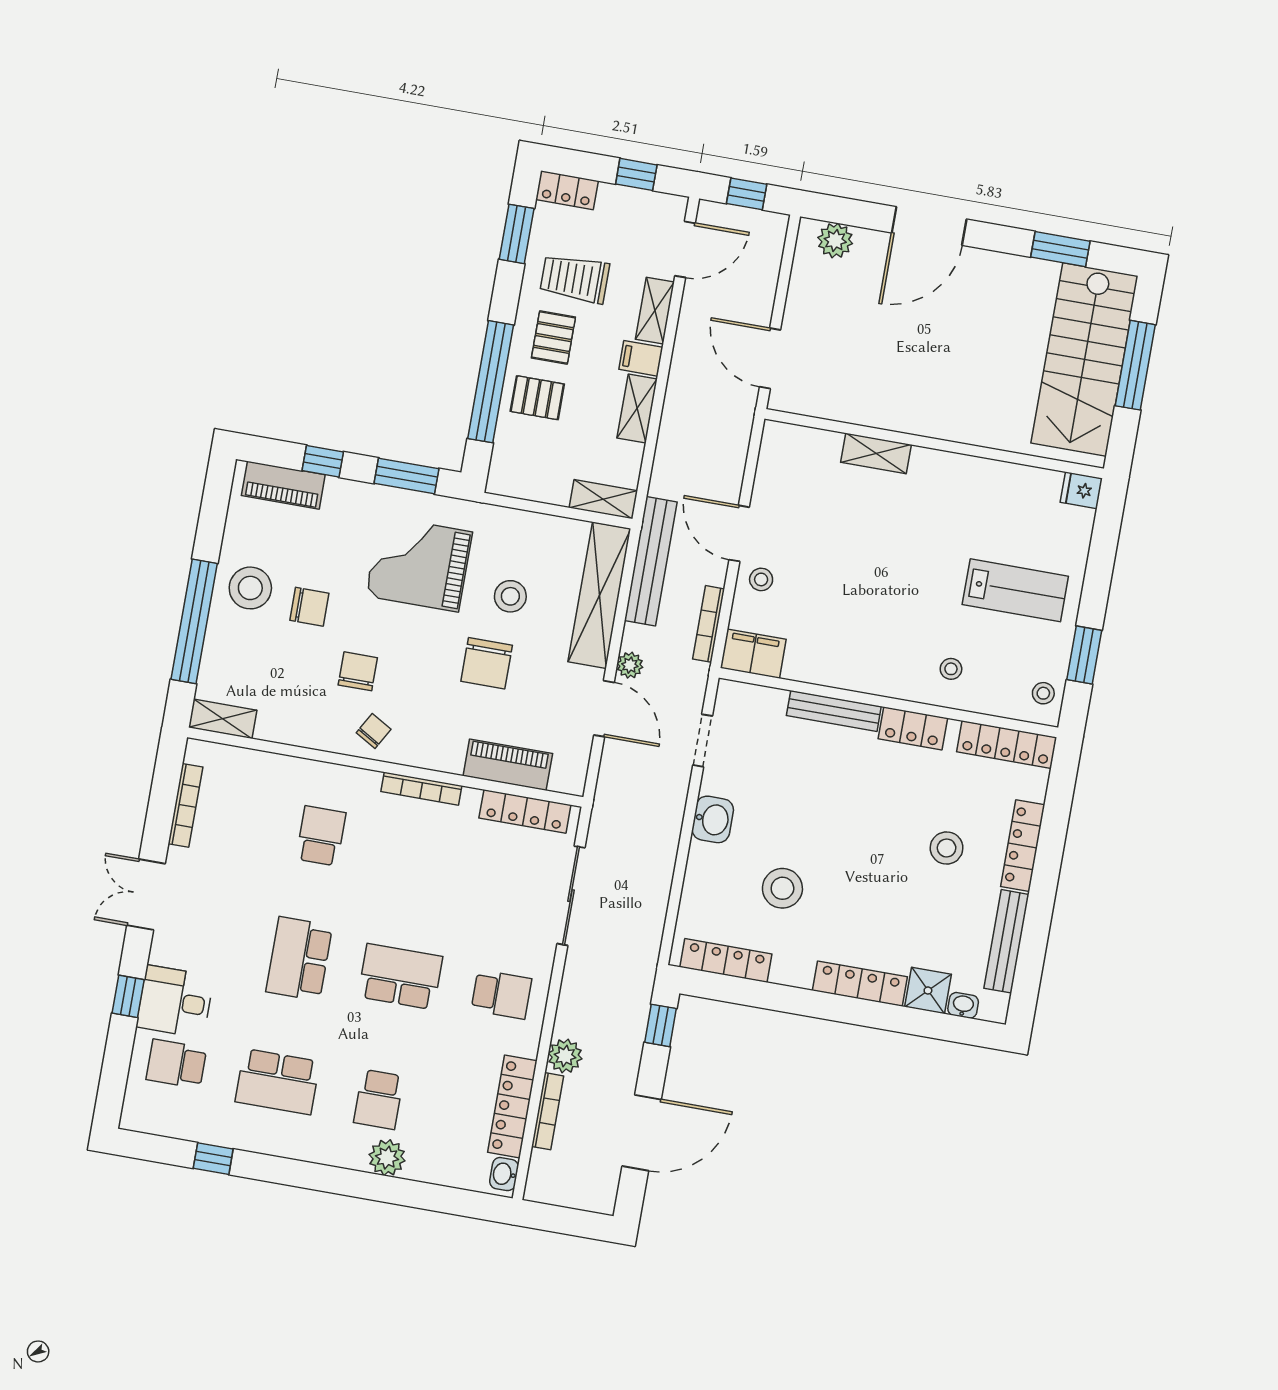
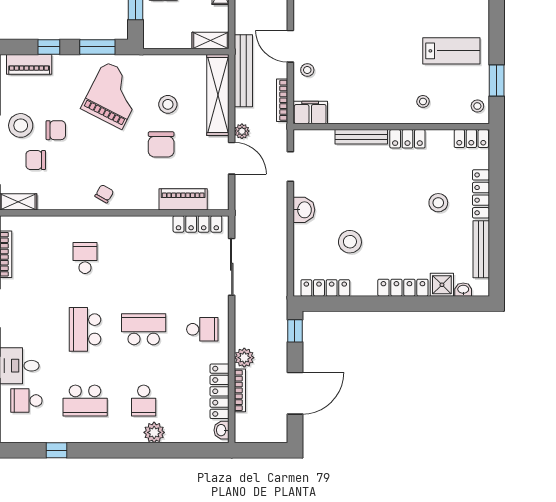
grand piano: (419, 564) -> (113, 95), turned 117
chair: (358, 671) -> (36, 160), moved, turned -90
locker: (1007, 745) -> (471, 139), width x0.66
bookcase: (421, 789) -> (137, 221), removed

